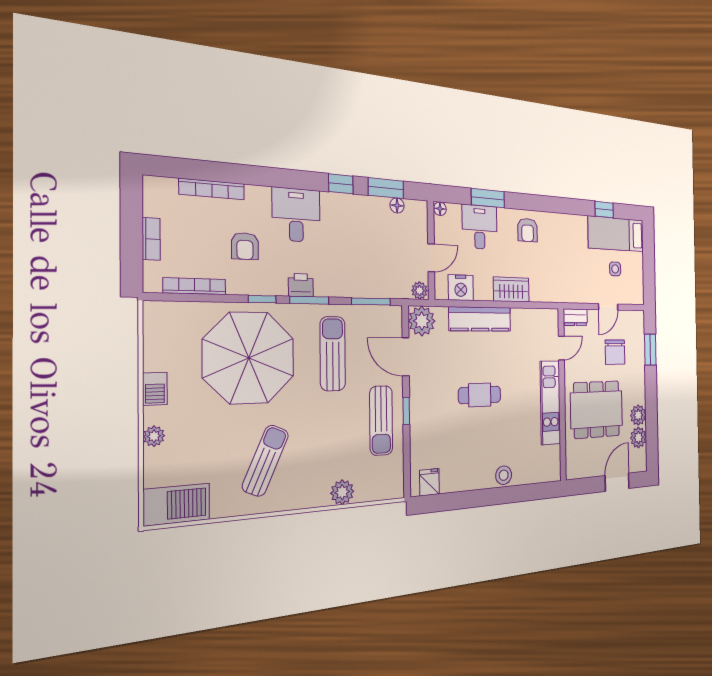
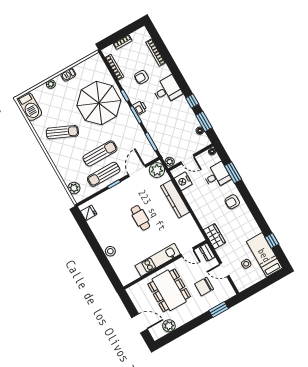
wardrobe: (511, 289) -> (215, 236), moved
sun lounger: (333, 354) -> (100, 153), moved
plant: (638, 415) -> (180, 319), removed
plant: (342, 492) -> (74, 188), moved

